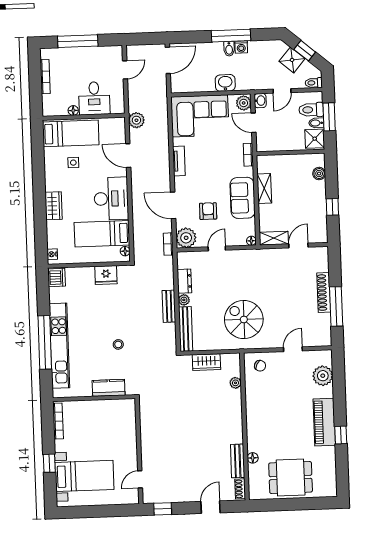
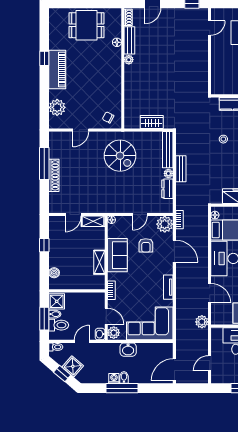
plant: (235, 383) -> (129, 60), moved

